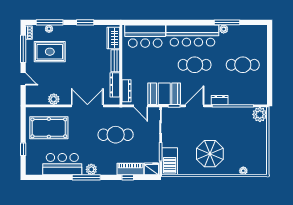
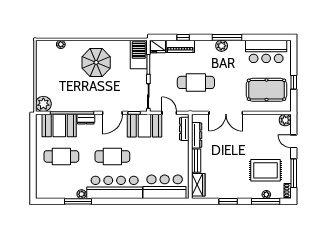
booth: (245, 94) -> (59, 126), added
plant: (54, 99) -> (285, 120), moved
window: (23, 149) -> (294, 82), moved
bar counter: (62, 164) -> (266, 51), moved

